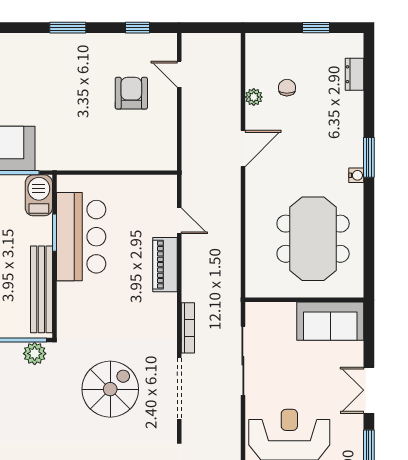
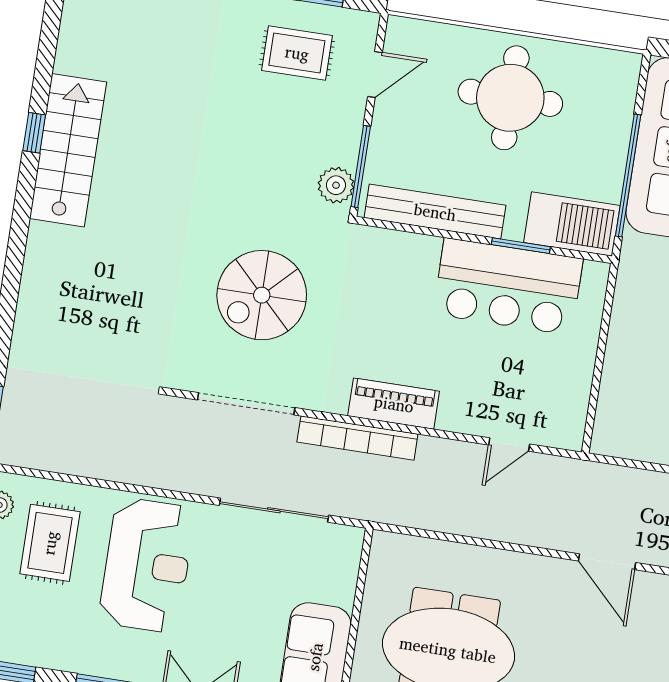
barbecue: (39, 195) -> (572, 224), width x1.37, depth x1.21
piano: (165, 265) -> (394, 404), moved
bookcase: (188, 328) -> (357, 438), width x1.48, depth x1.31
spiral stairs: (110, 389) -> (262, 295), turned 90

